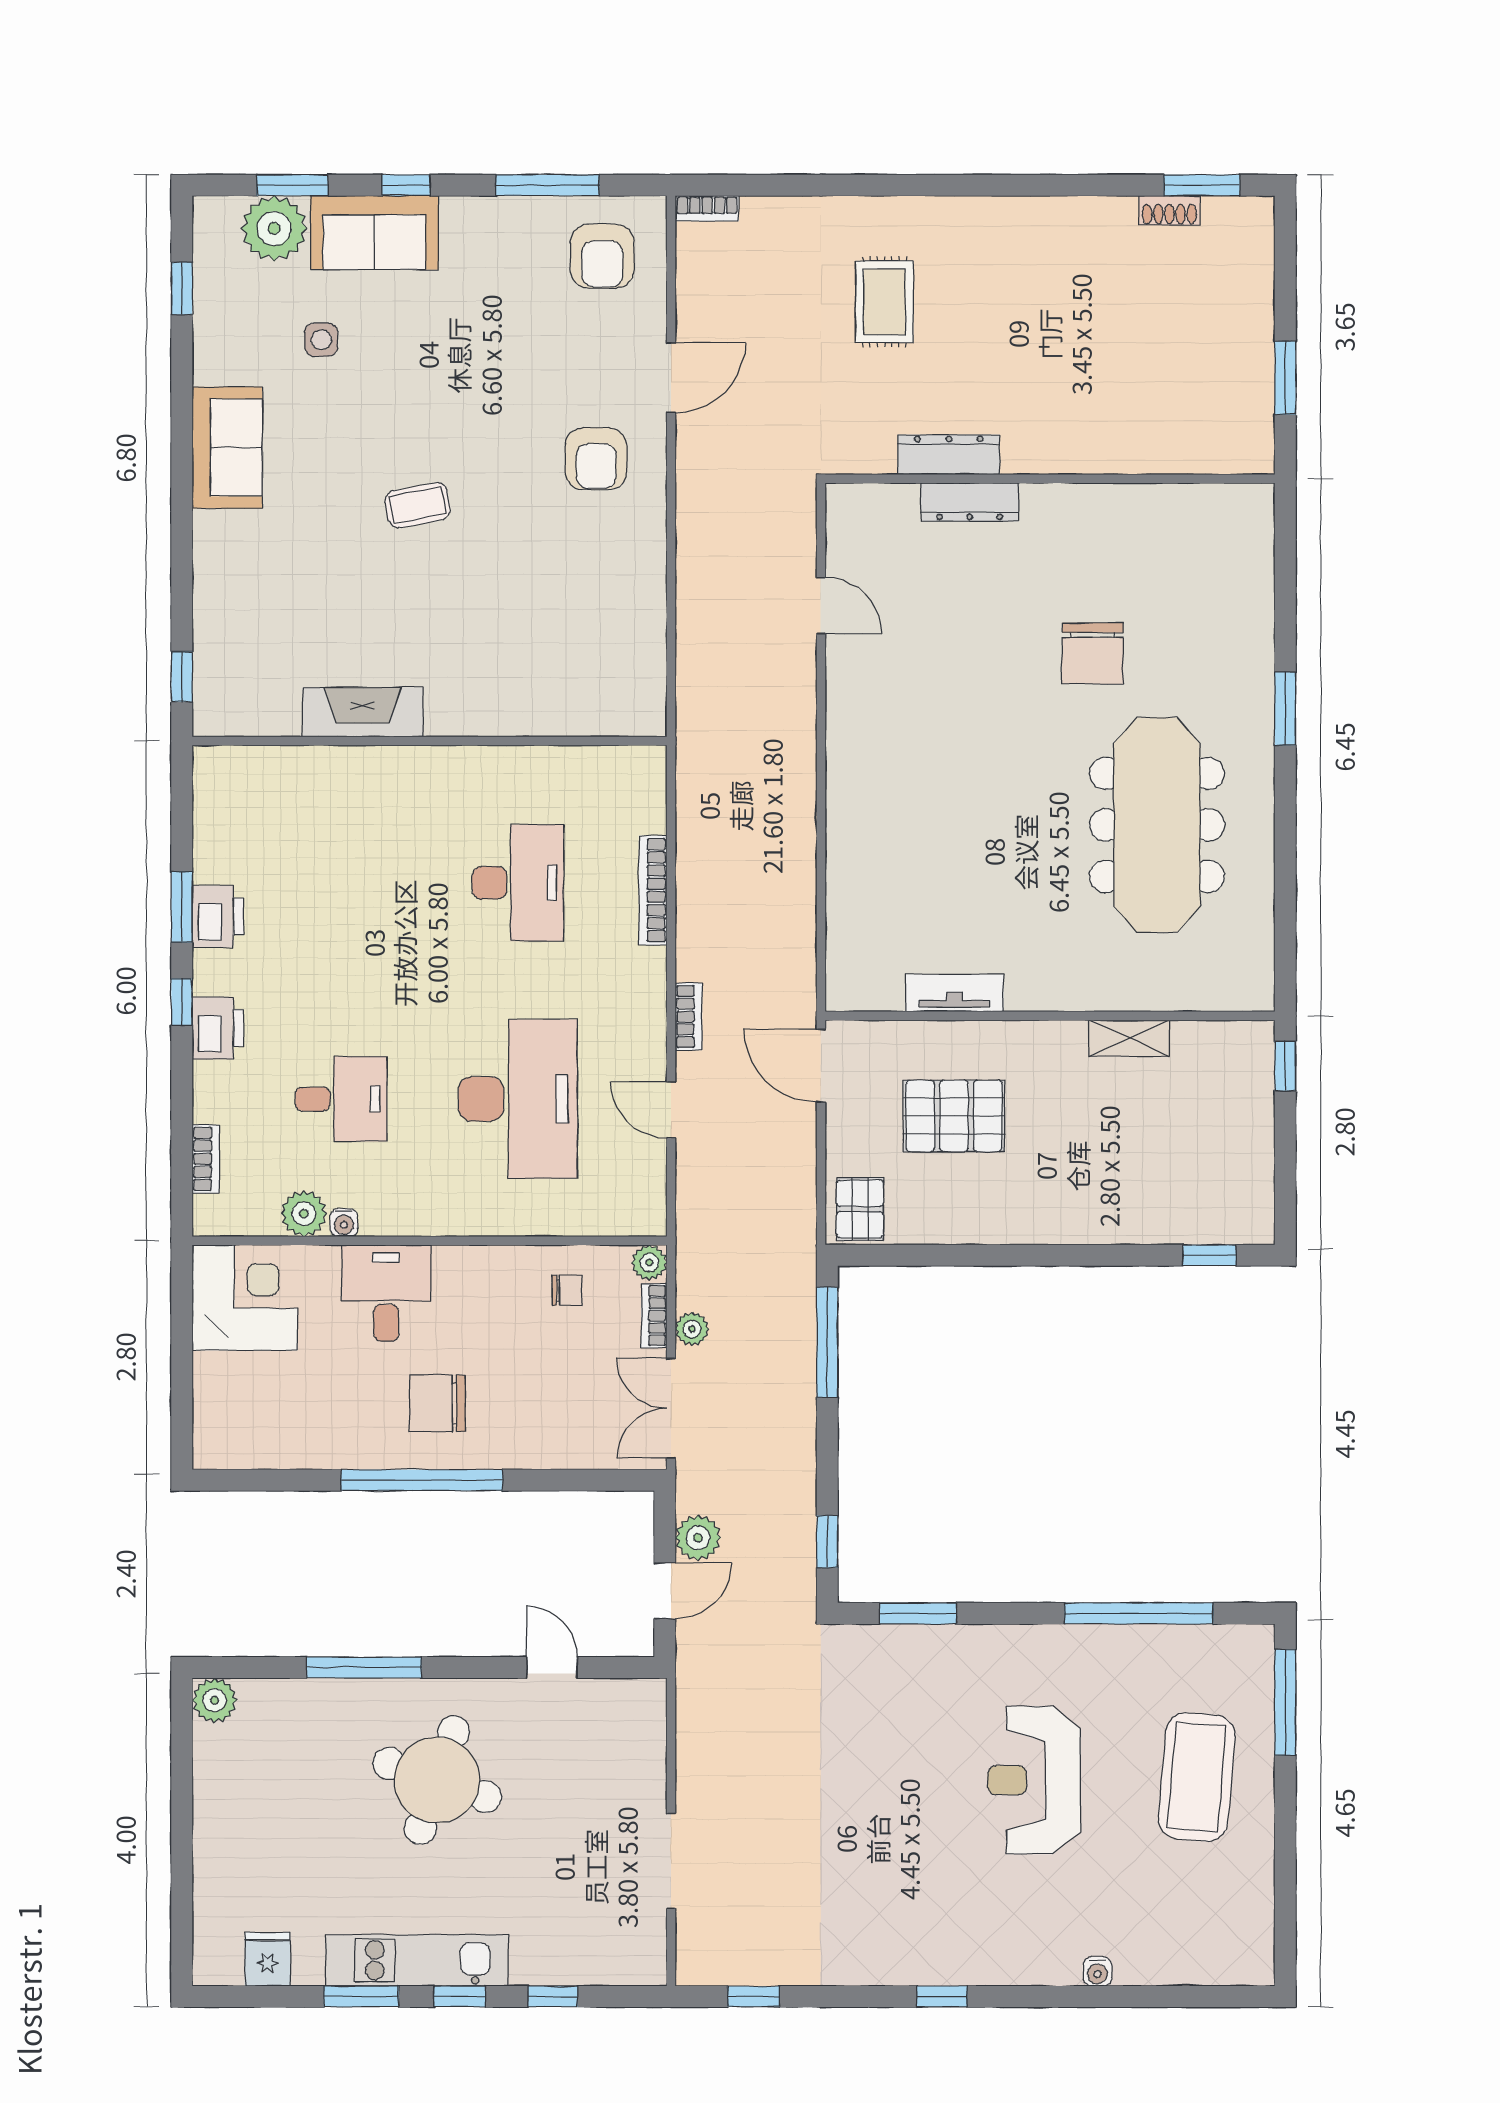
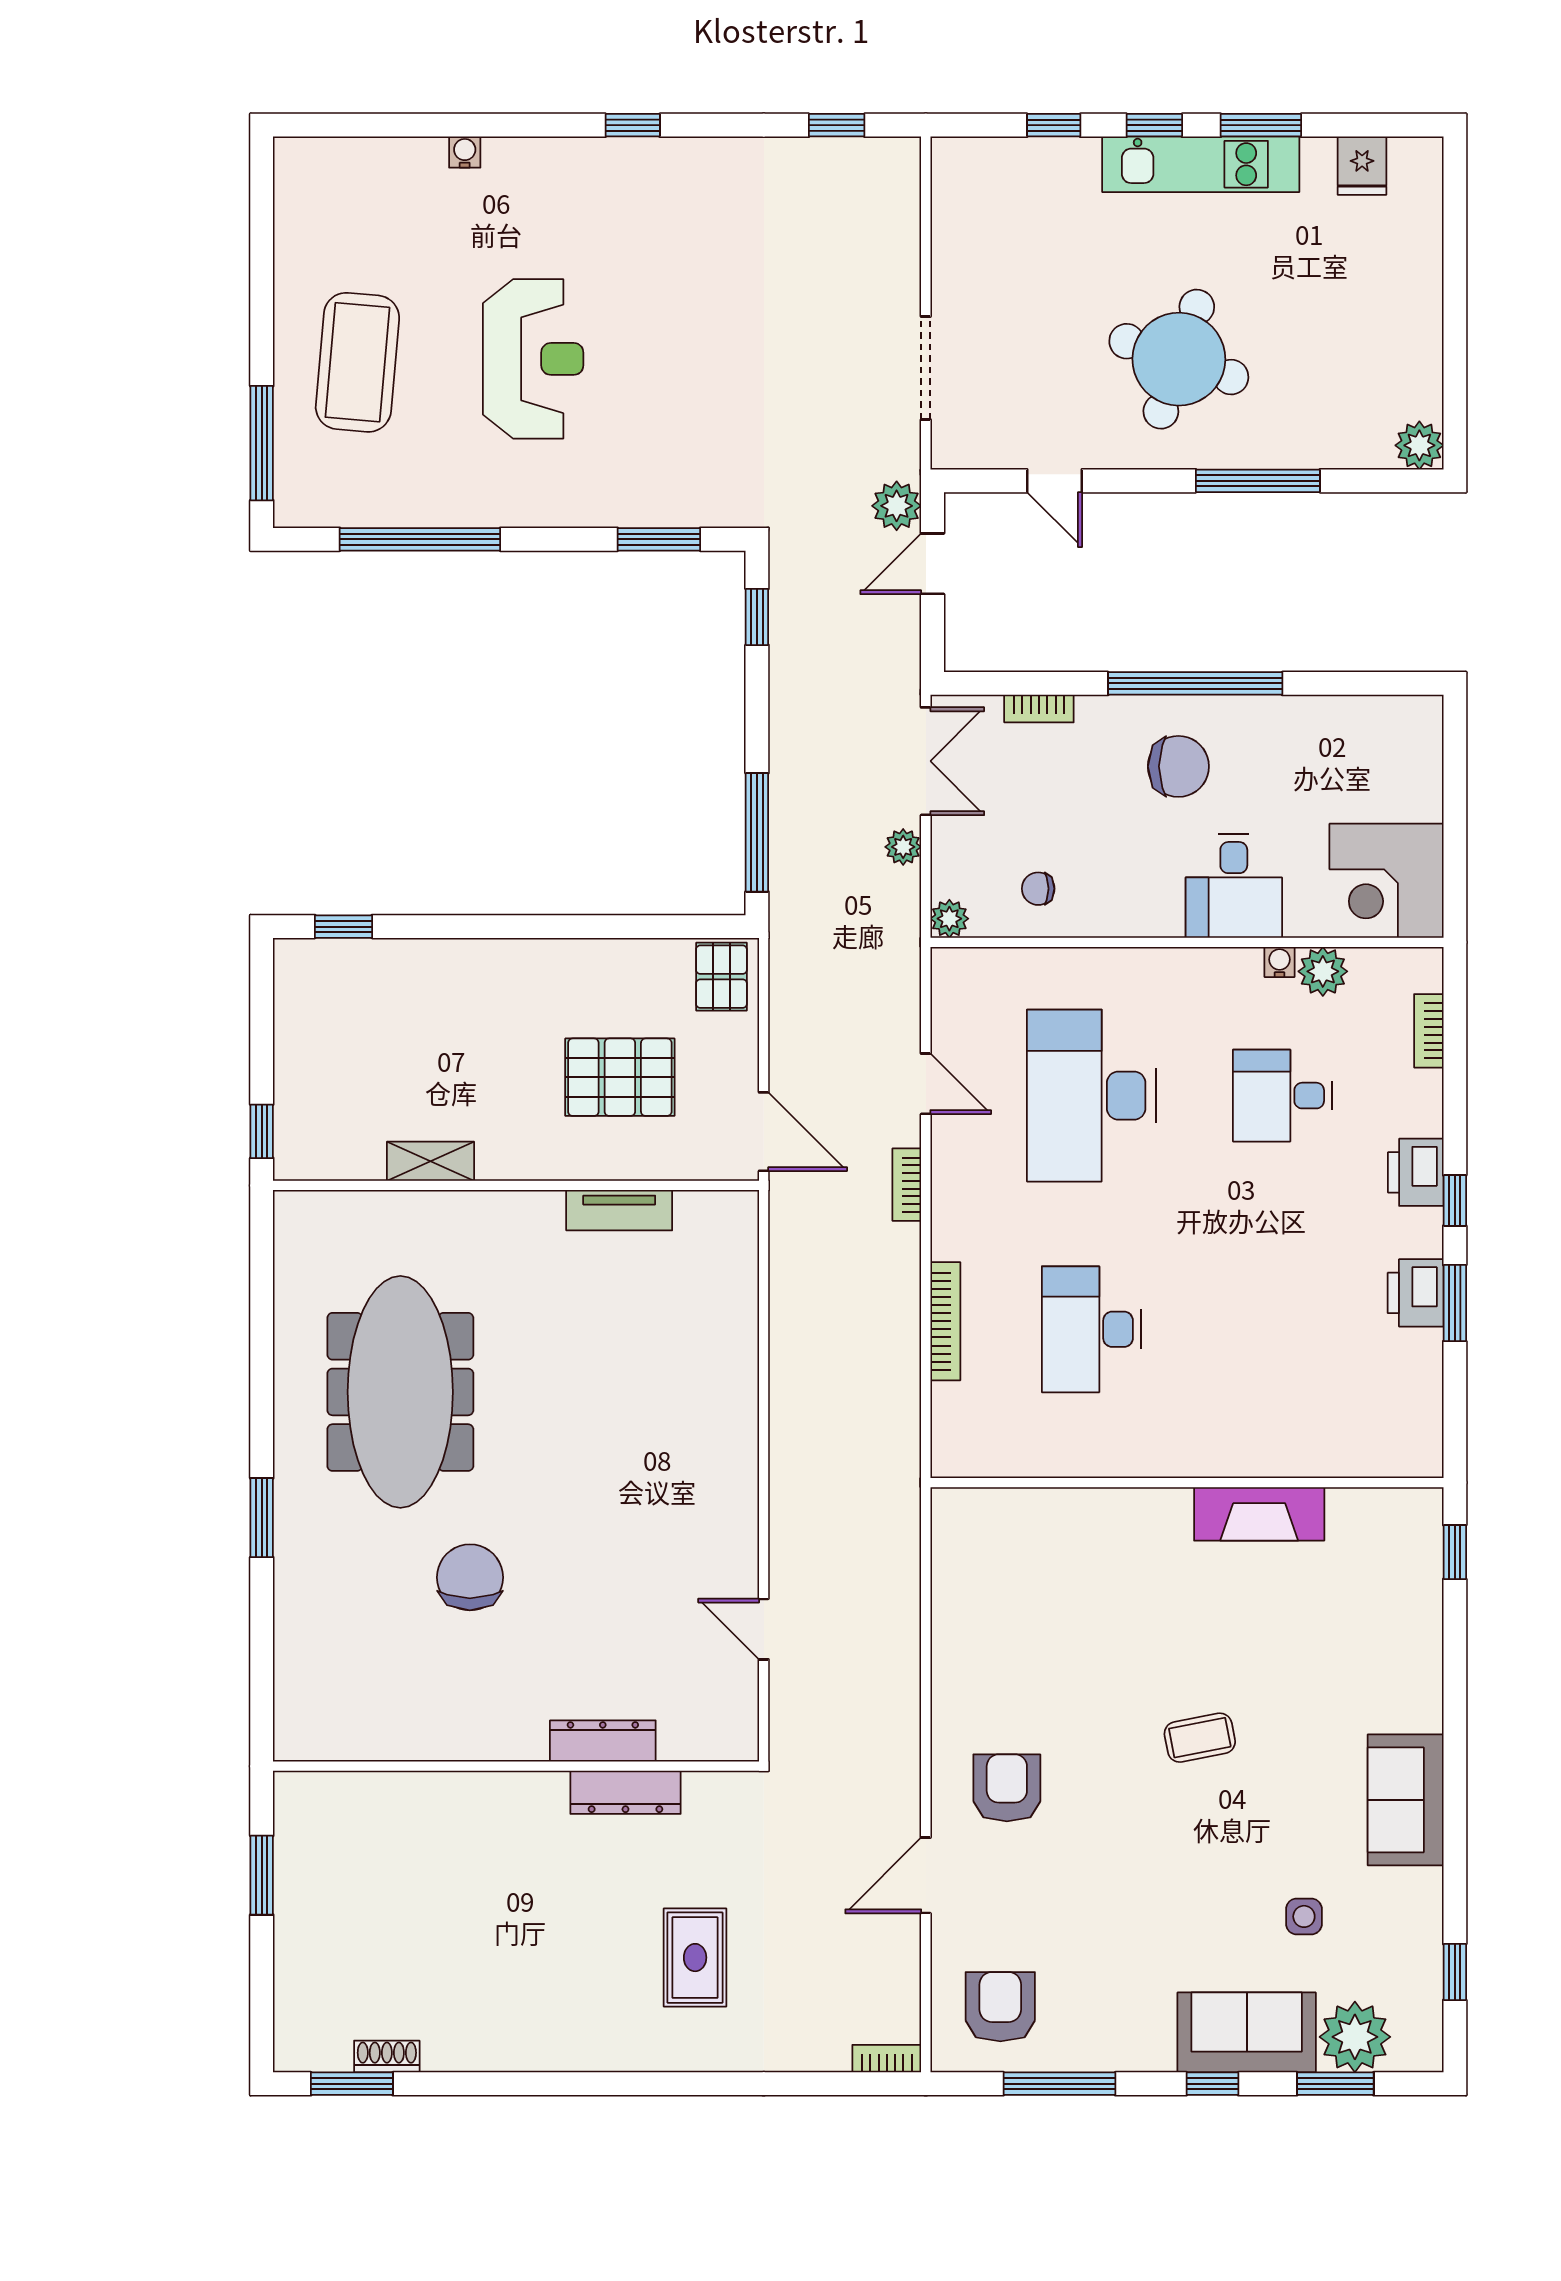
bookcase: (654, 1316) -> (1039, 709), moved, turned 90
plant: (698, 1538) -> (897, 506), moved
doorway: (671, 1861) -> (926, 368), moved

